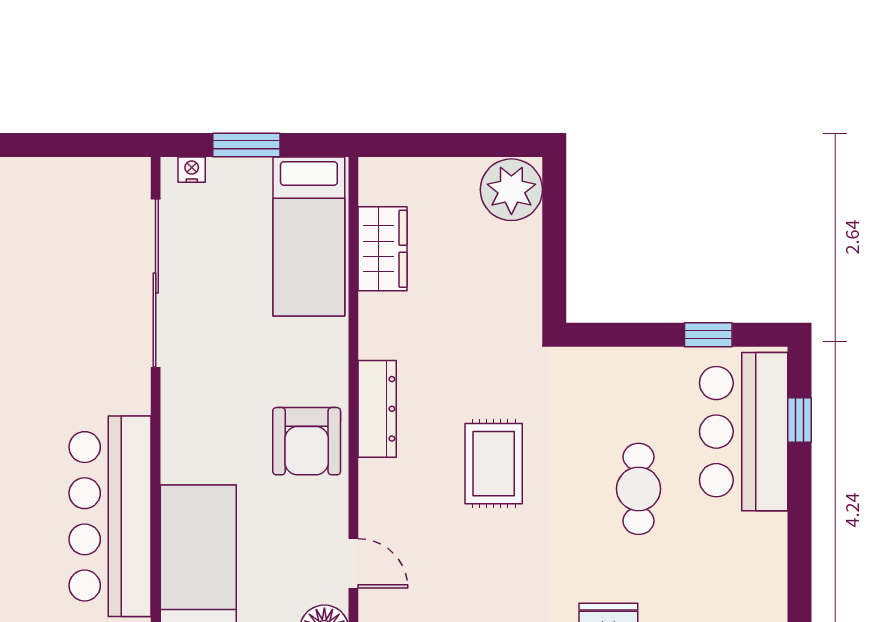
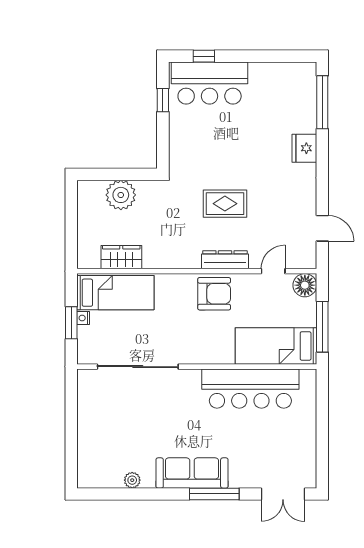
nightstand: (192, 170) -> (83, 318), moved
plant: (511, 190) -> (121, 195), moved
dresser: (377, 409) -> (225, 260), moved
cafe table: (639, 489) -> (237, 134), removed

